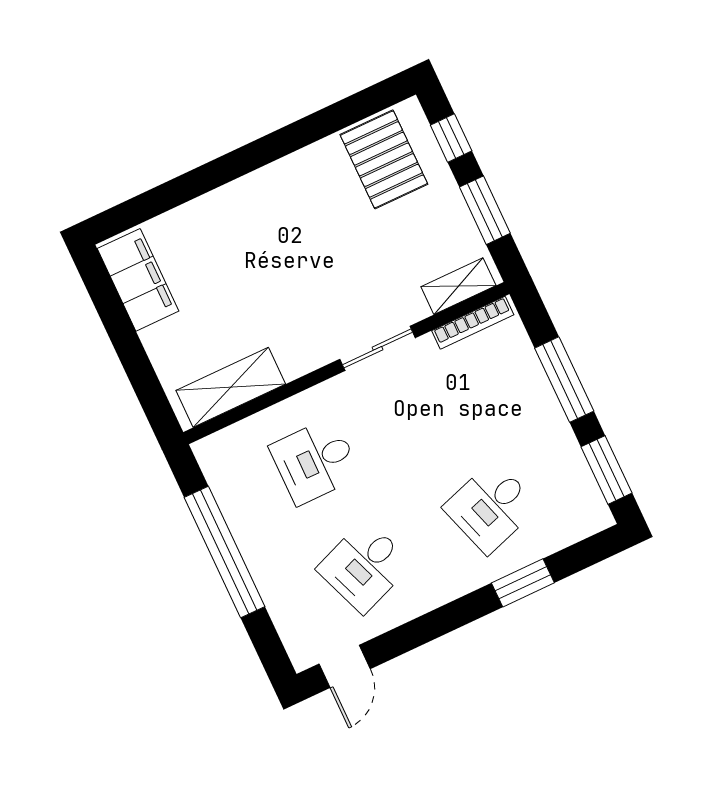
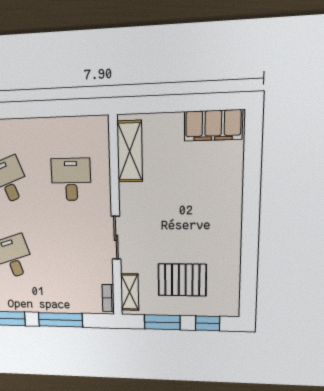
pallet: (384, 159) -> (182, 280), moved
bookcase: (473, 323) -> (108, 298), width x0.64
window: (225, 552) -> (43, 109), removed

